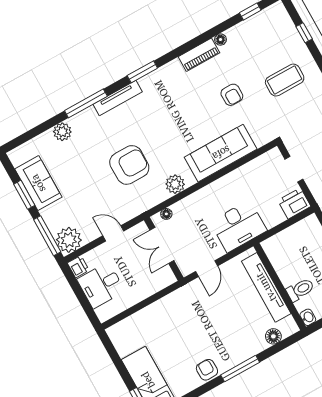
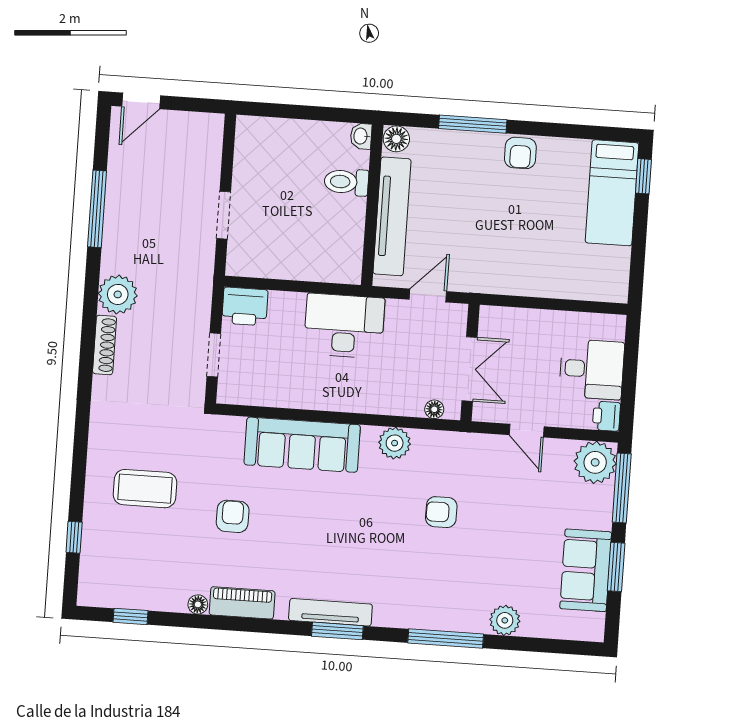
tv unit: (118, 98) -> (330, 612), moved
armchair: (129, 165) -> (441, 512), width x0.53, depth x0.53
tv unit: (266, 287) -> (392, 216), moved
wall: (280, 287) -> (372, 205), moved
toilet: (300, 290) -> (346, 182), moved
washbasin: (308, 317) -> (361, 136), moved

